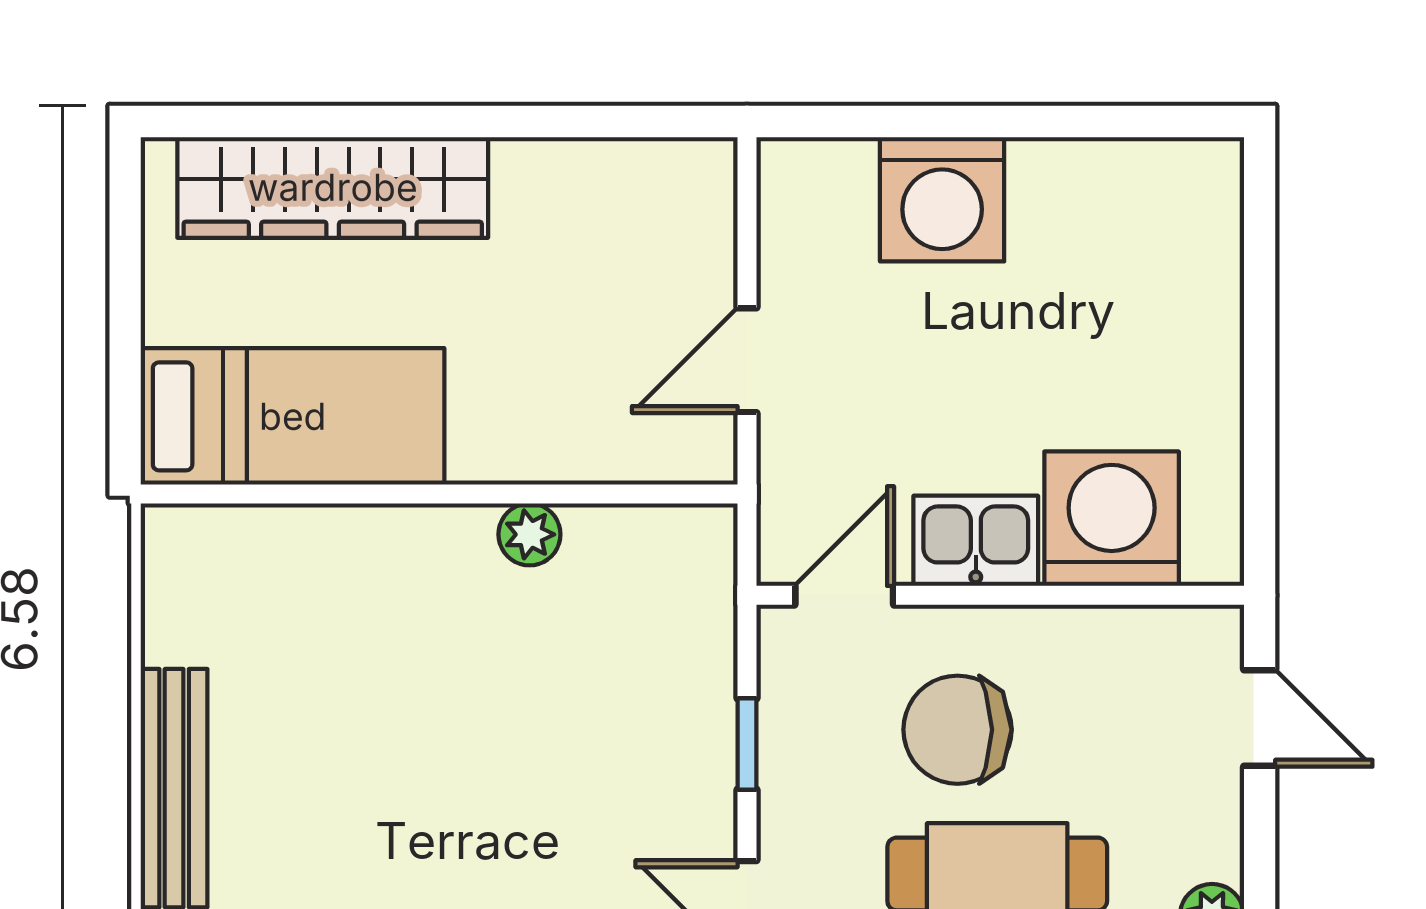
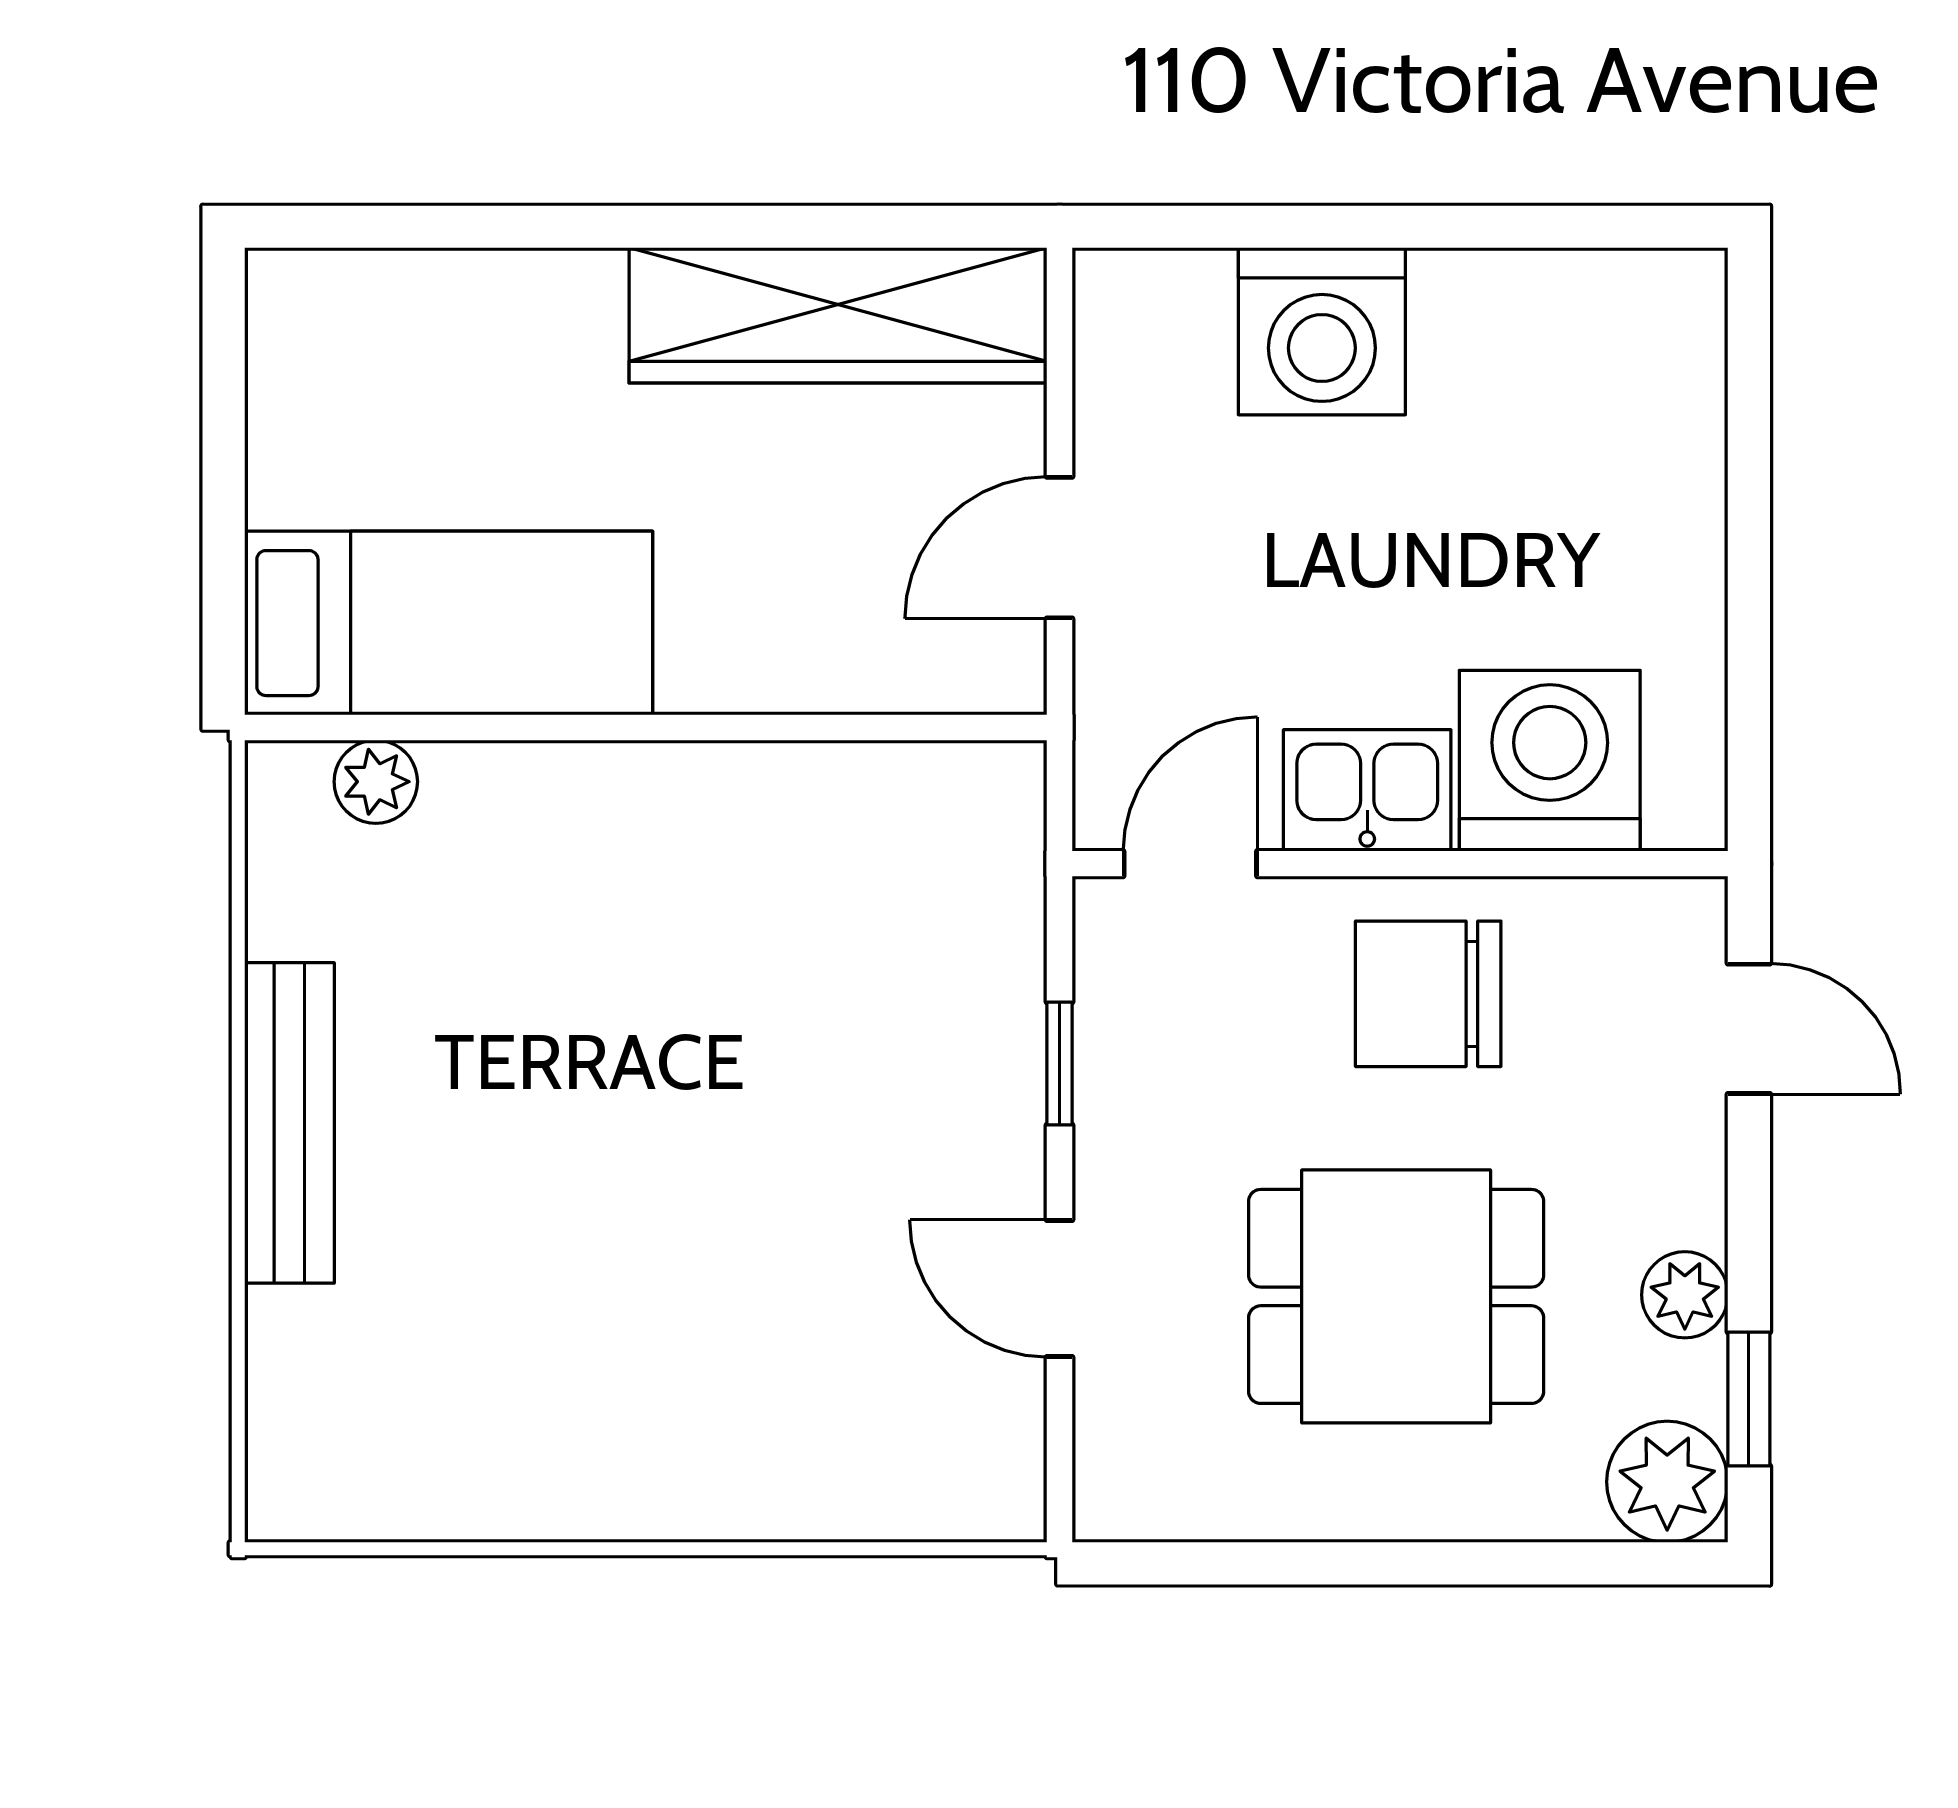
wardrobe: (333, 187) -> (838, 315), moved
plant: (529, 534) -> (376, 782), moved
chair: (957, 730) -> (1428, 994), moved

